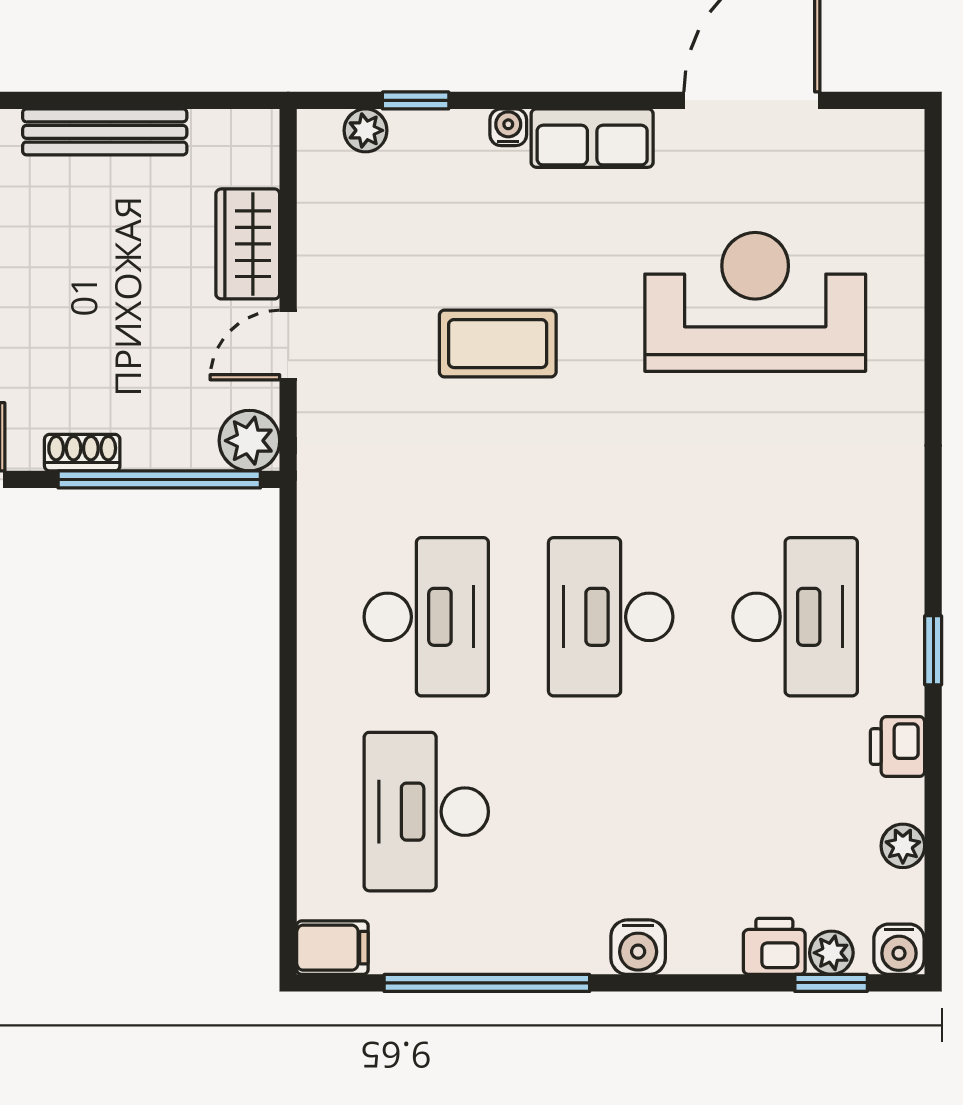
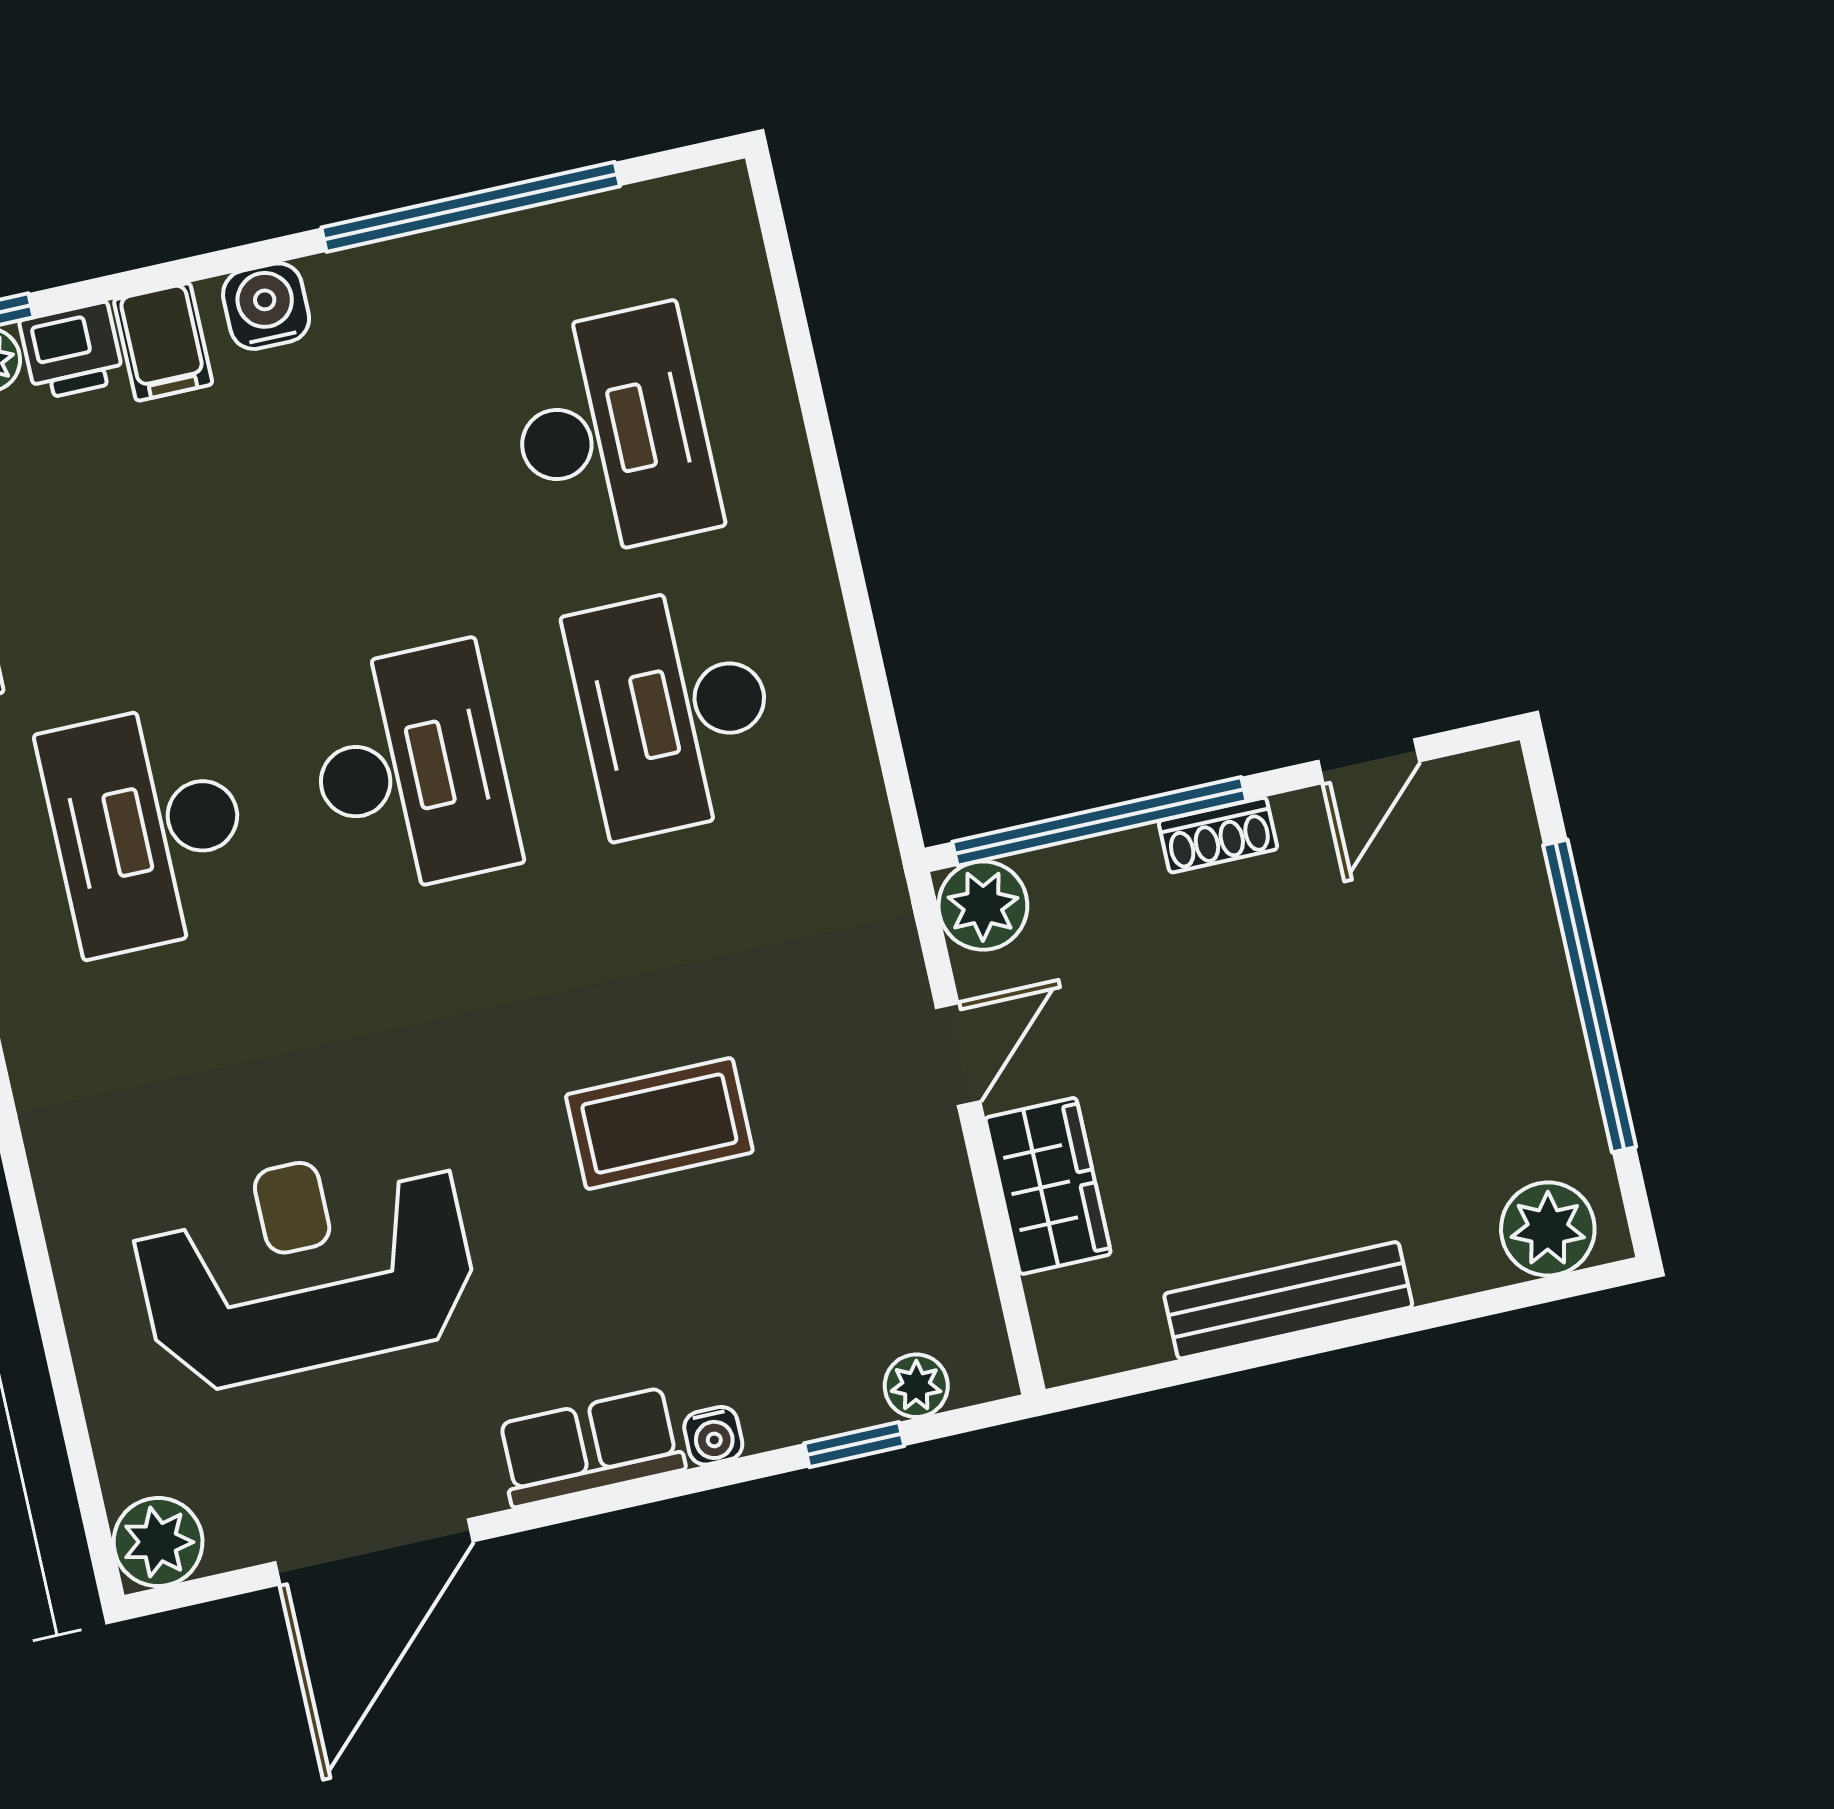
plant: (894, 139) -> (158, 1542), added
reception desk: (755, 302) -> (305, 1265), turned 180
filing cabinet: (332, 948) -> (163, 342), moved, turned -90

